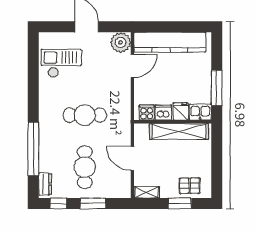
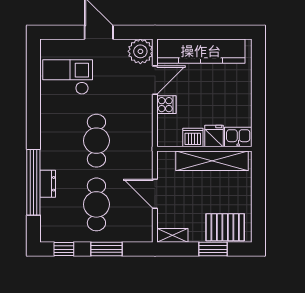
window: (217, 88) -> (258, 107), removed
cooker: (147, 113) -> (166, 105), moved, turned 90
cafe table: (85, 115) -> (96, 141), turned 90
dresser: (45, 184) -> (48, 184), moved
pallet: (190, 186) -> (225, 227), width x1.50, depth x1.42

